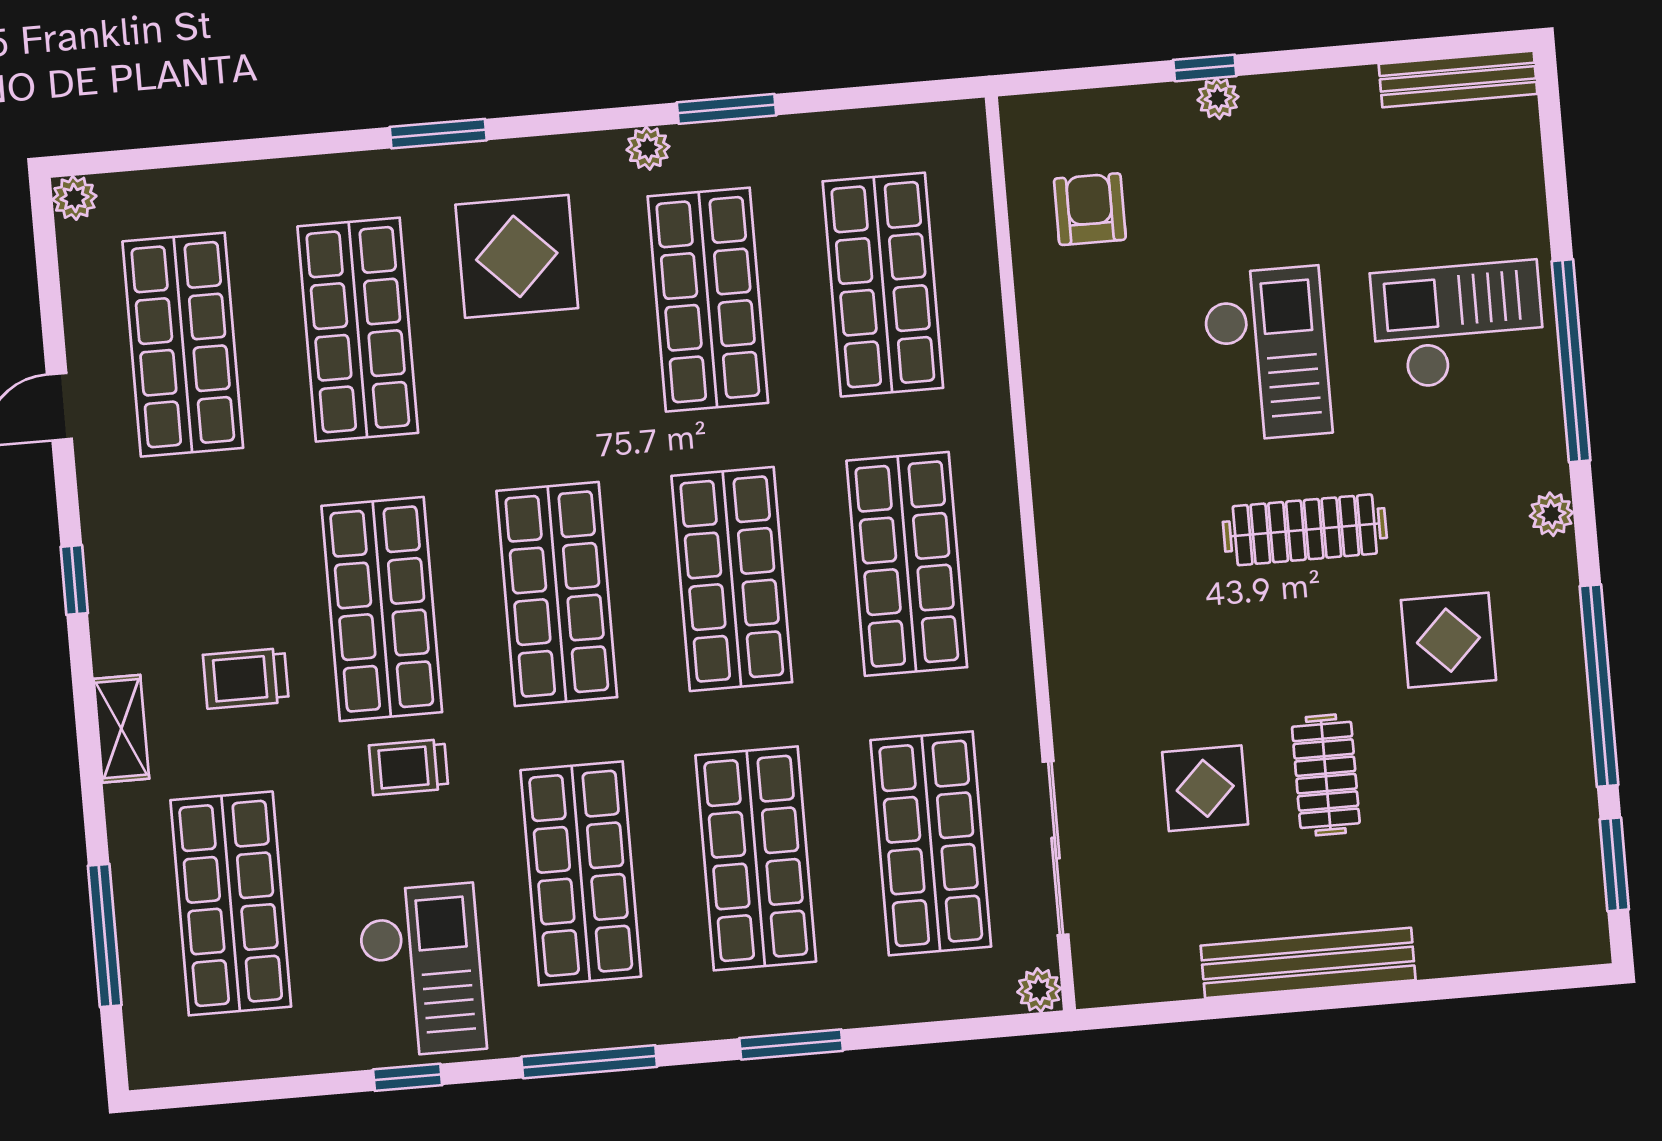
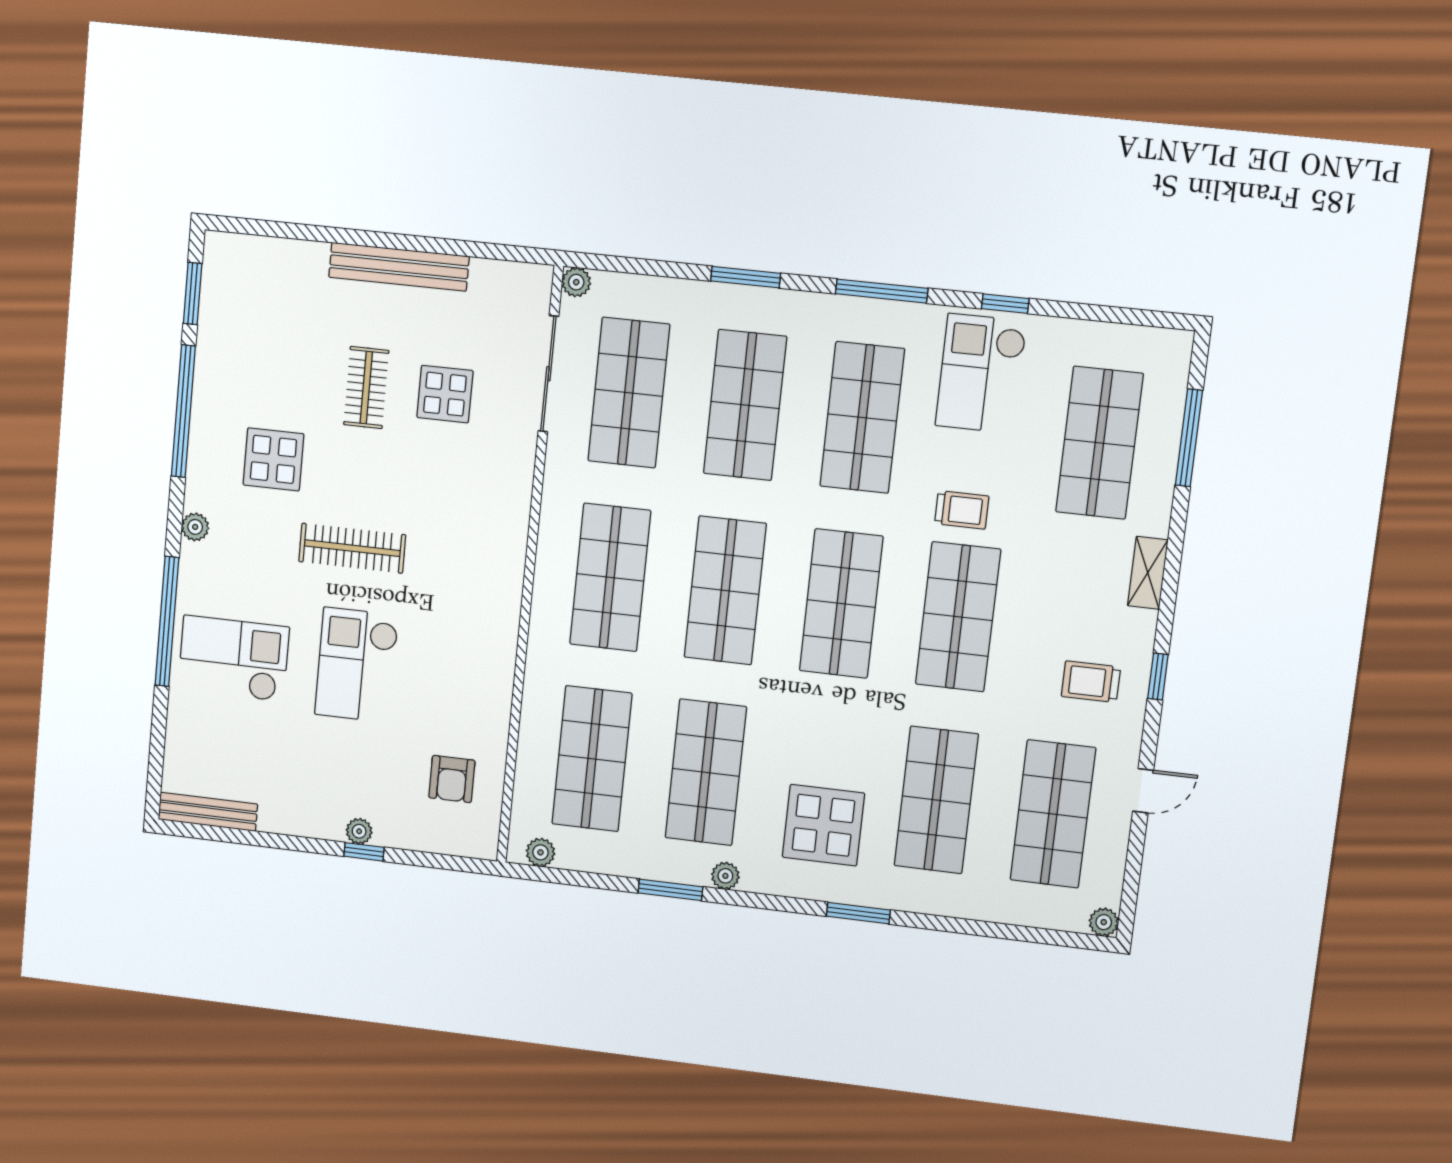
plant: (934, 125) -> (541, 852), added
checkout: (1458, 325) -> (234, 659), turned 180
trolley: (246, 678) -> (1091, 682), moved, turned 180

